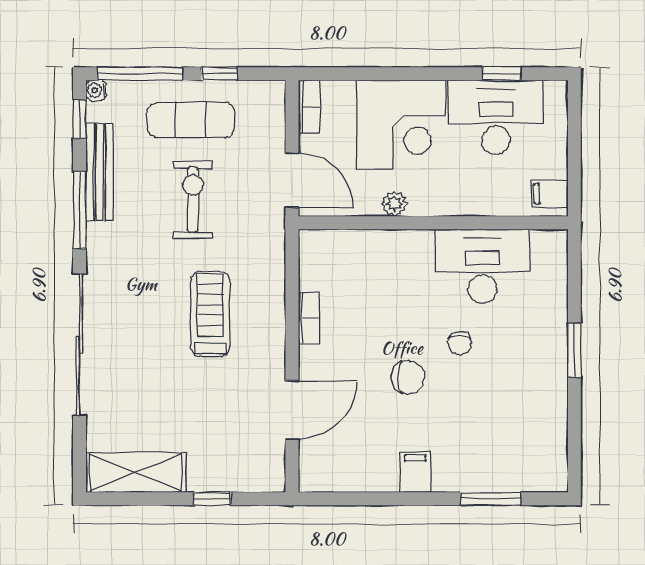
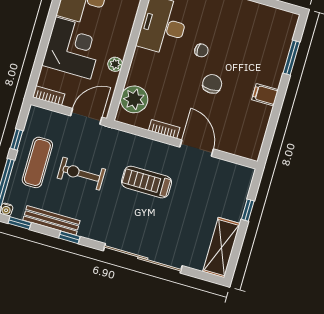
window: (80, 210) -> (69, 237), width x0.46
plant: (344, 253) -> (134, 99), added
door: (292, 410) -> (197, 148), moved

